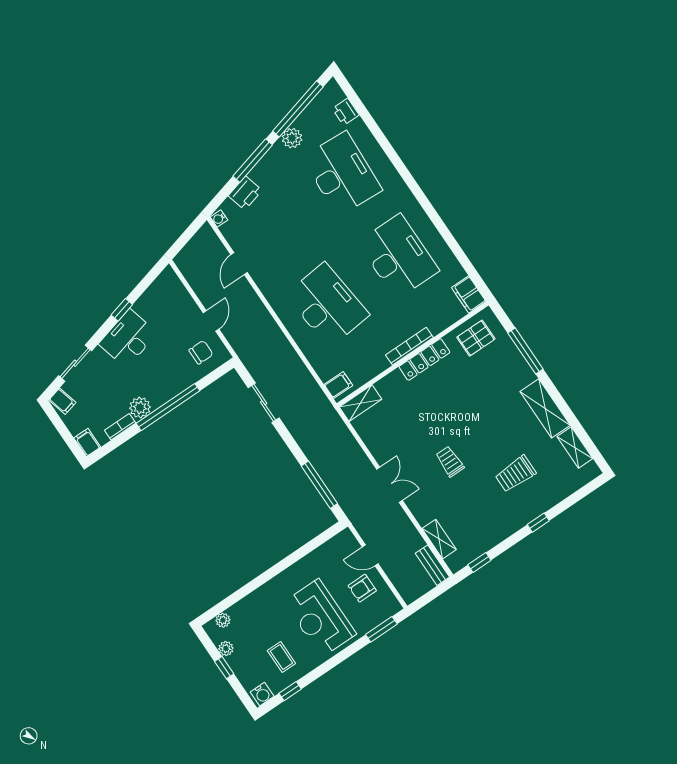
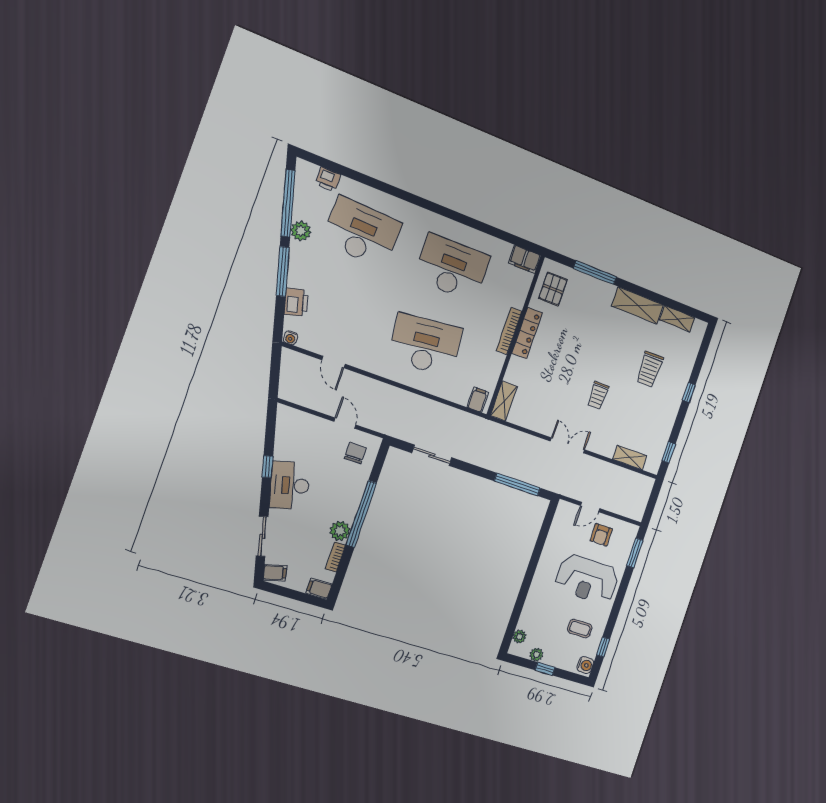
trolley: (450, 461) -> (598, 395), turned -90
bench: (432, 565) -> (638, 480), removed

